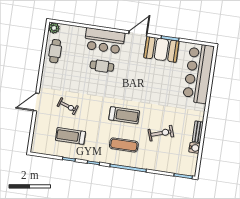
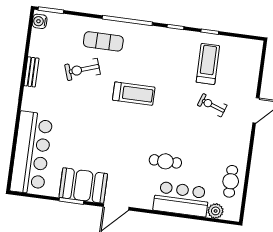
plant: (54, 28) -> (216, 211), moved
bar counter: (104, 41) -> (181, 199), moved
treadmill: (124, 115) -> (134, 94), turned 180
treadmill: (70, 136) -> (208, 64), turned -90
exercise mat: (124, 145) -> (103, 41), moved
water cooler: (194, 148) -> (40, 21), moved

